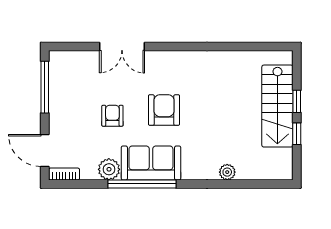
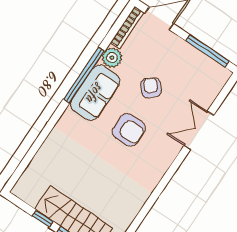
armchair: (112, 116) -> (151, 88), turned -131
plant: (227, 172) -> (49, 146), removed
bookcase: (64, 174) -> (127, 28), width x1.56

